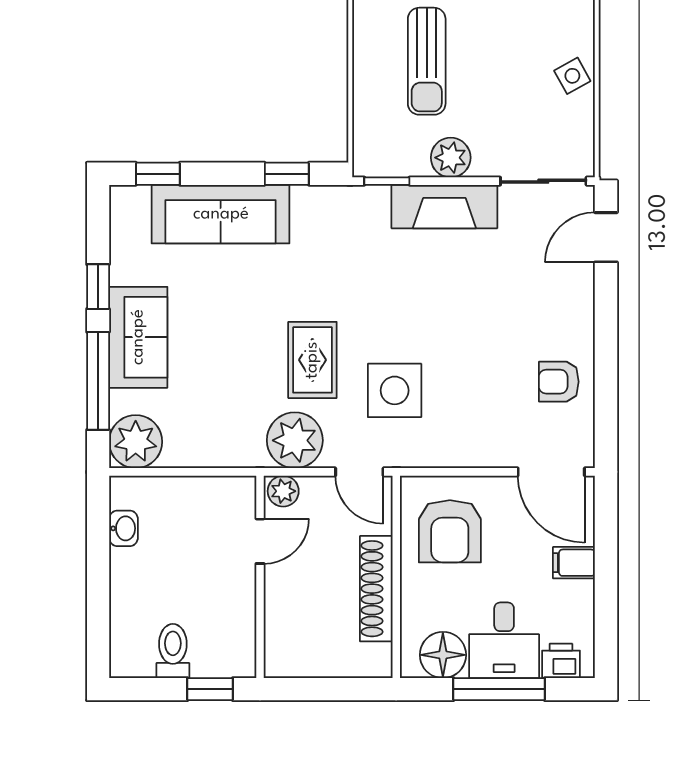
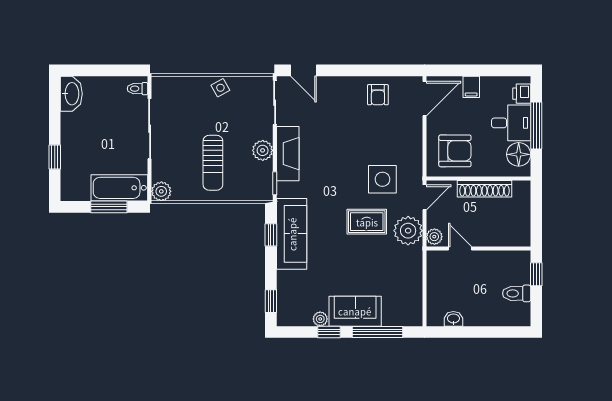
sun lounger: (427, 61) -> (213, 163), turned 90
sofa: (221, 214) -> (292, 234), moved
plant: (136, 442) -> (320, 319), moved, width x0.53, depth x0.53

